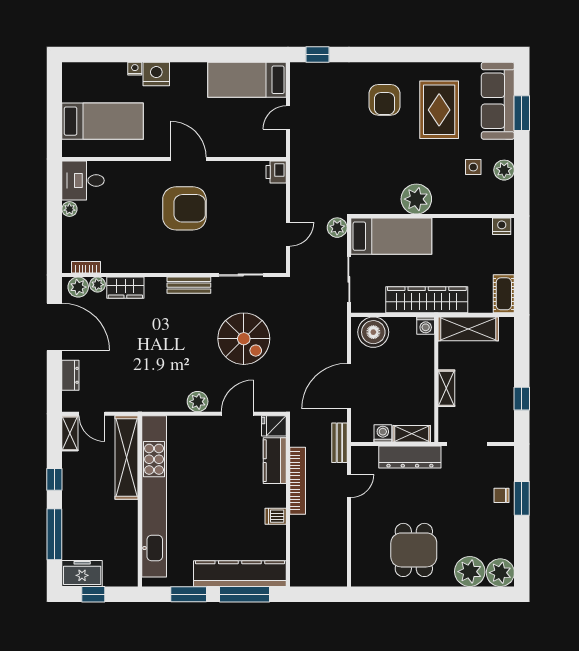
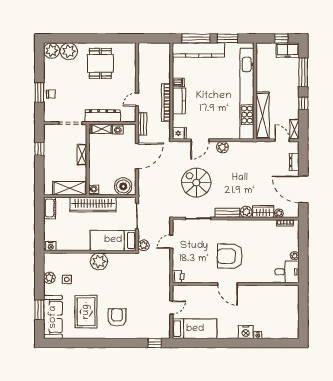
bed: (103, 121) -> (276, 305), removed
plant: (78, 287) -> (246, 212), moved
kitchen counter: (275, 461) -> (179, 101), moved

